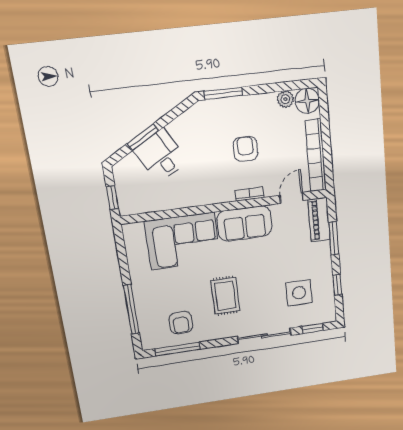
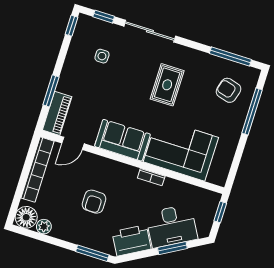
printer: (189, 126) -> (132, 240), added
desk: (161, 156) -> (172, 226), width x1.37
bookcase: (250, 194) -> (151, 177), moved
window: (337, 285) -> (72, 26), moved
side table: (299, 293) -> (102, 56), width x0.54, depth x0.54
armchair: (181, 323) -> (228, 90), moved, turned -74

